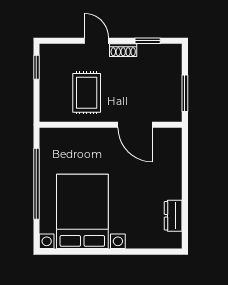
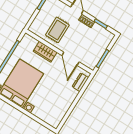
wardrobe: (89, 139) -> (45, 52), added
dresser: (173, 216) -> (80, 82), moved

